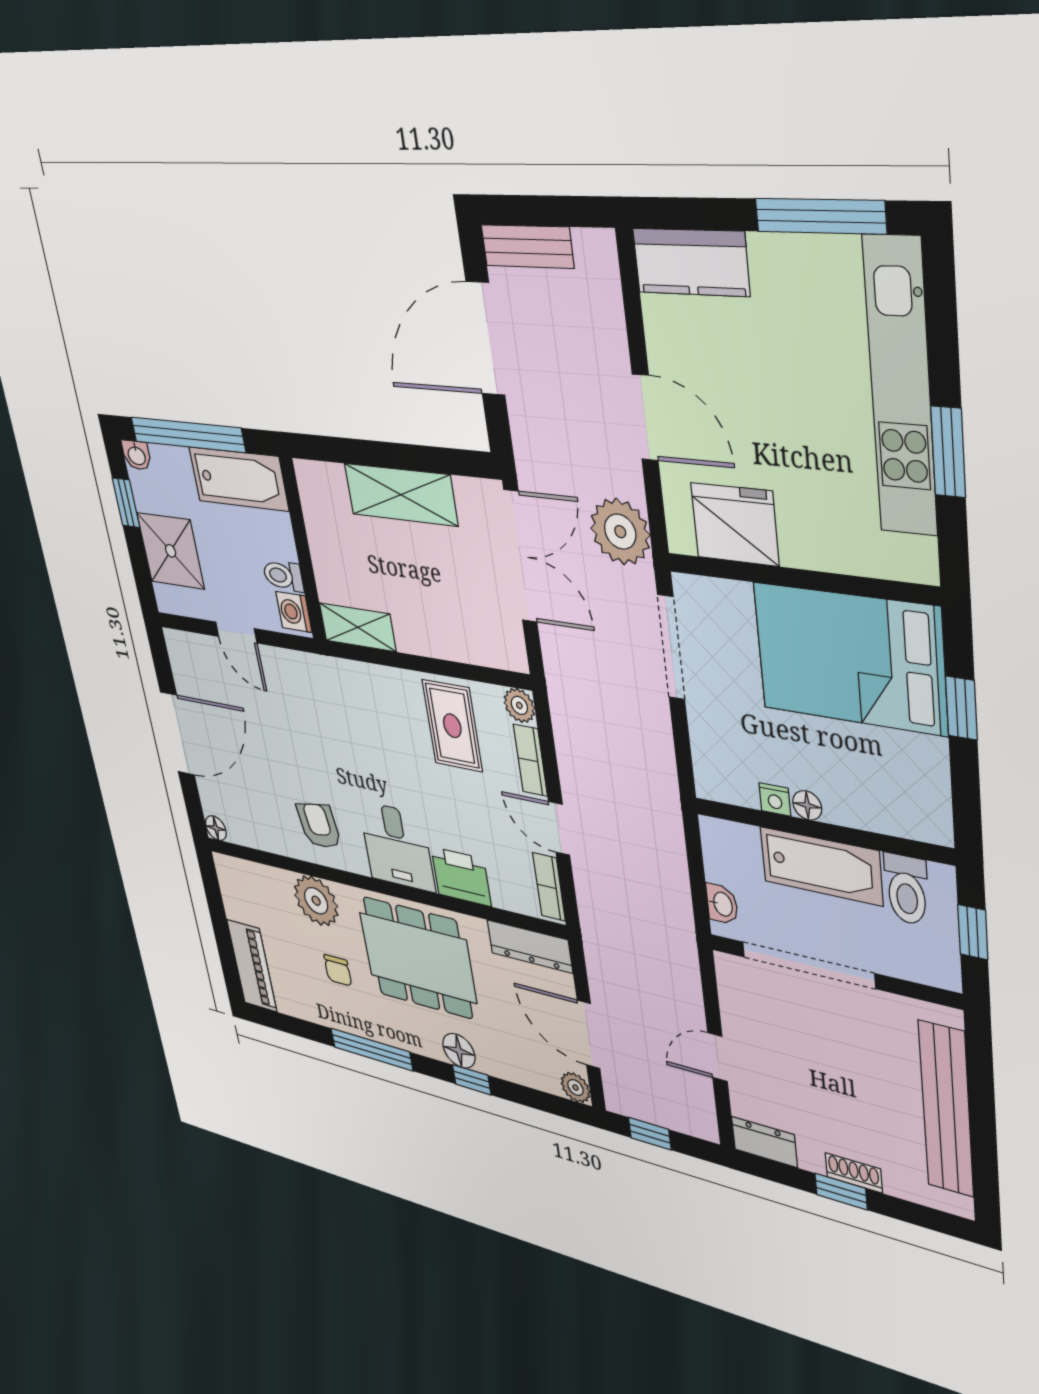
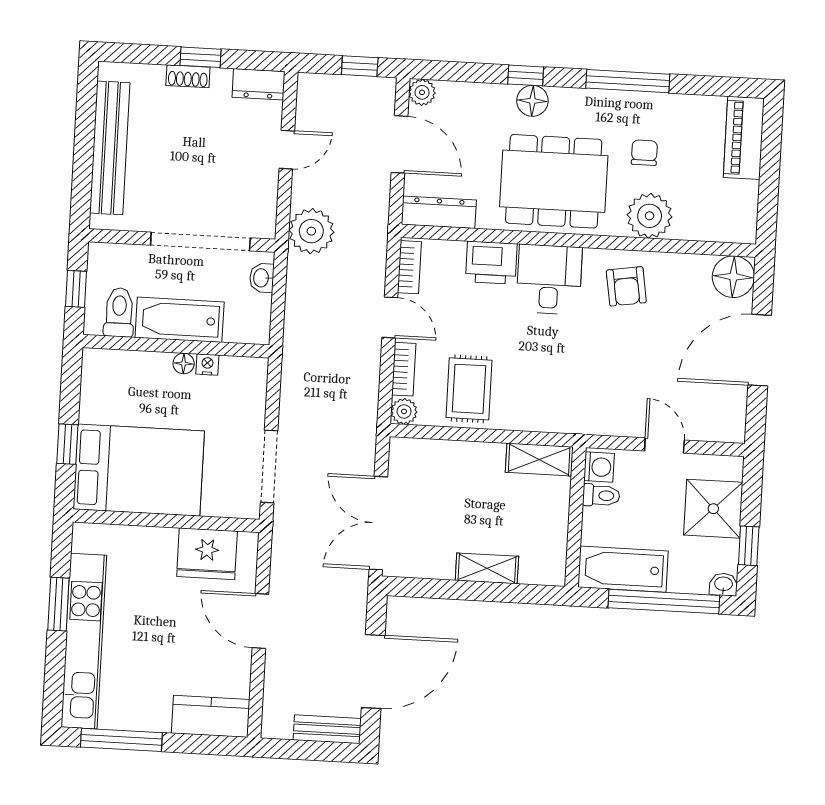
shelving: (401, 495) -> (487, 568), width x0.67, depth x0.75
plant: (620, 532) -> (311, 231), moved
floor lamp: (216, 828) -> (733, 277), width x1.89, depth x1.89

